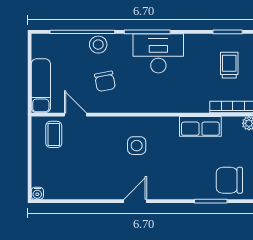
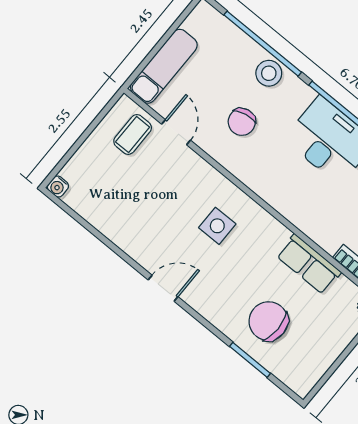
chair: (229, 180) -> (268, 321), moved

